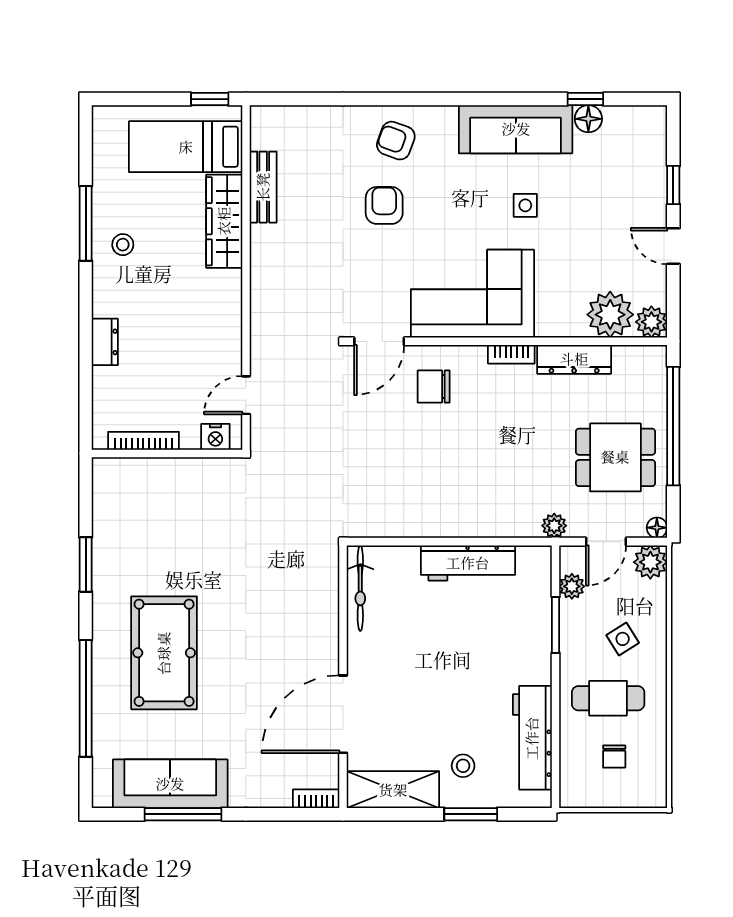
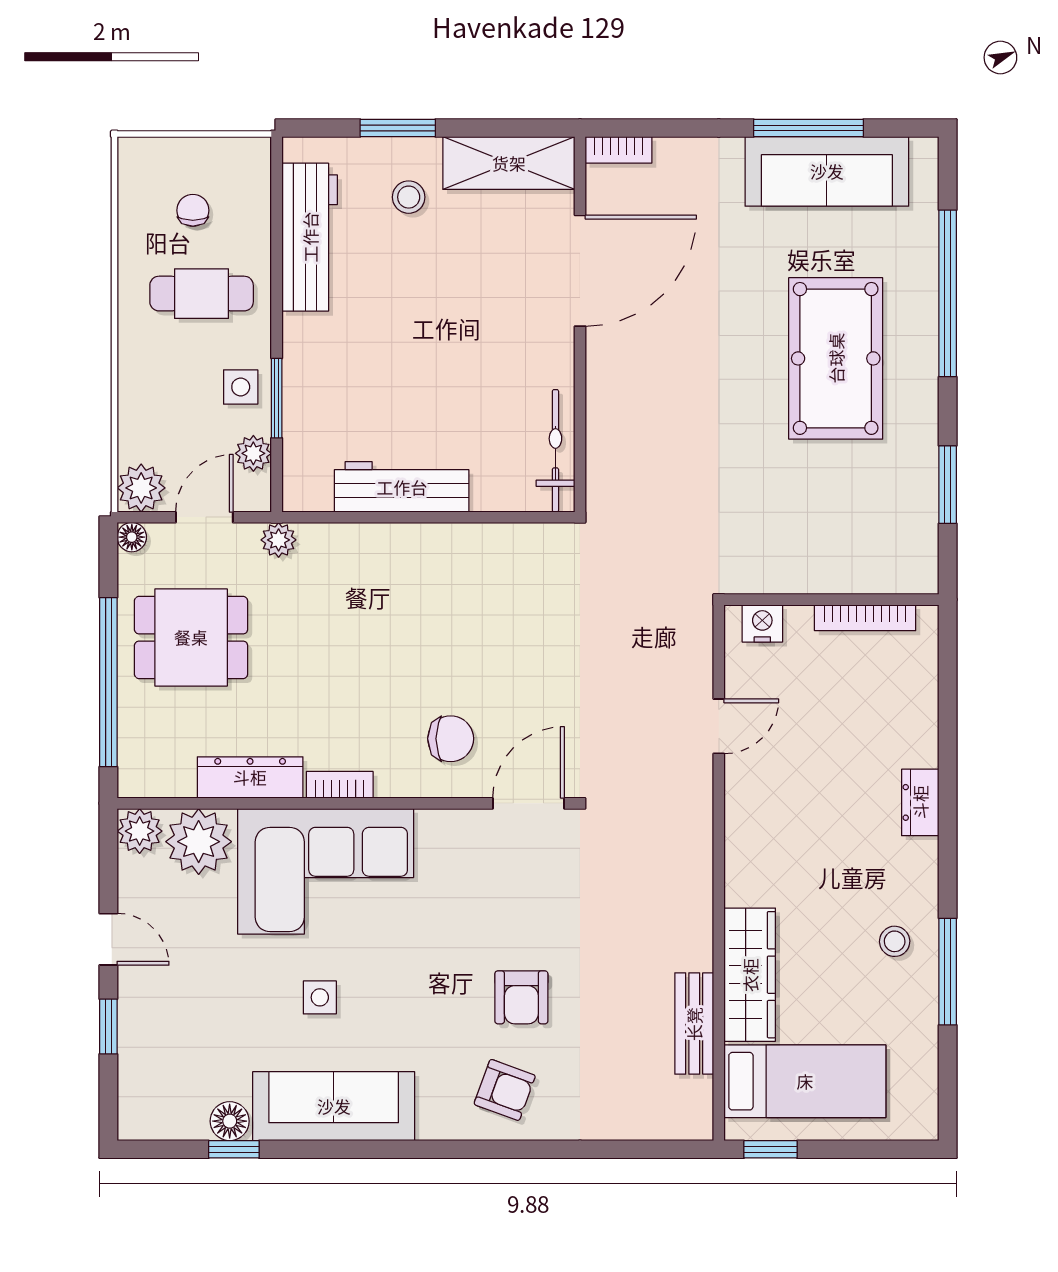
corner sofa: (472, 294) -> (326, 871), moved
nightstand: (215, 437) -> (762, 623), moved
bookcase: (143, 441) -> (865, 618), moved
wall: (167, 454) -> (831, 600), moved
side table: (623, 639) -> (241, 387), moved, turned 32

